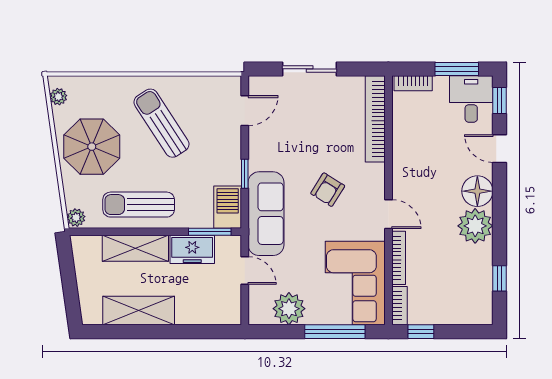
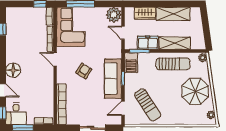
sun lounger: (161, 123) -> (148, 105), moved
sofa: (266, 214) -> (113, 79), moved
plant: (475, 226) -> (14, 54), removed
plant: (289, 309) -> (114, 15), moved
wardrobe: (198, 312) -> (145, 13), added

